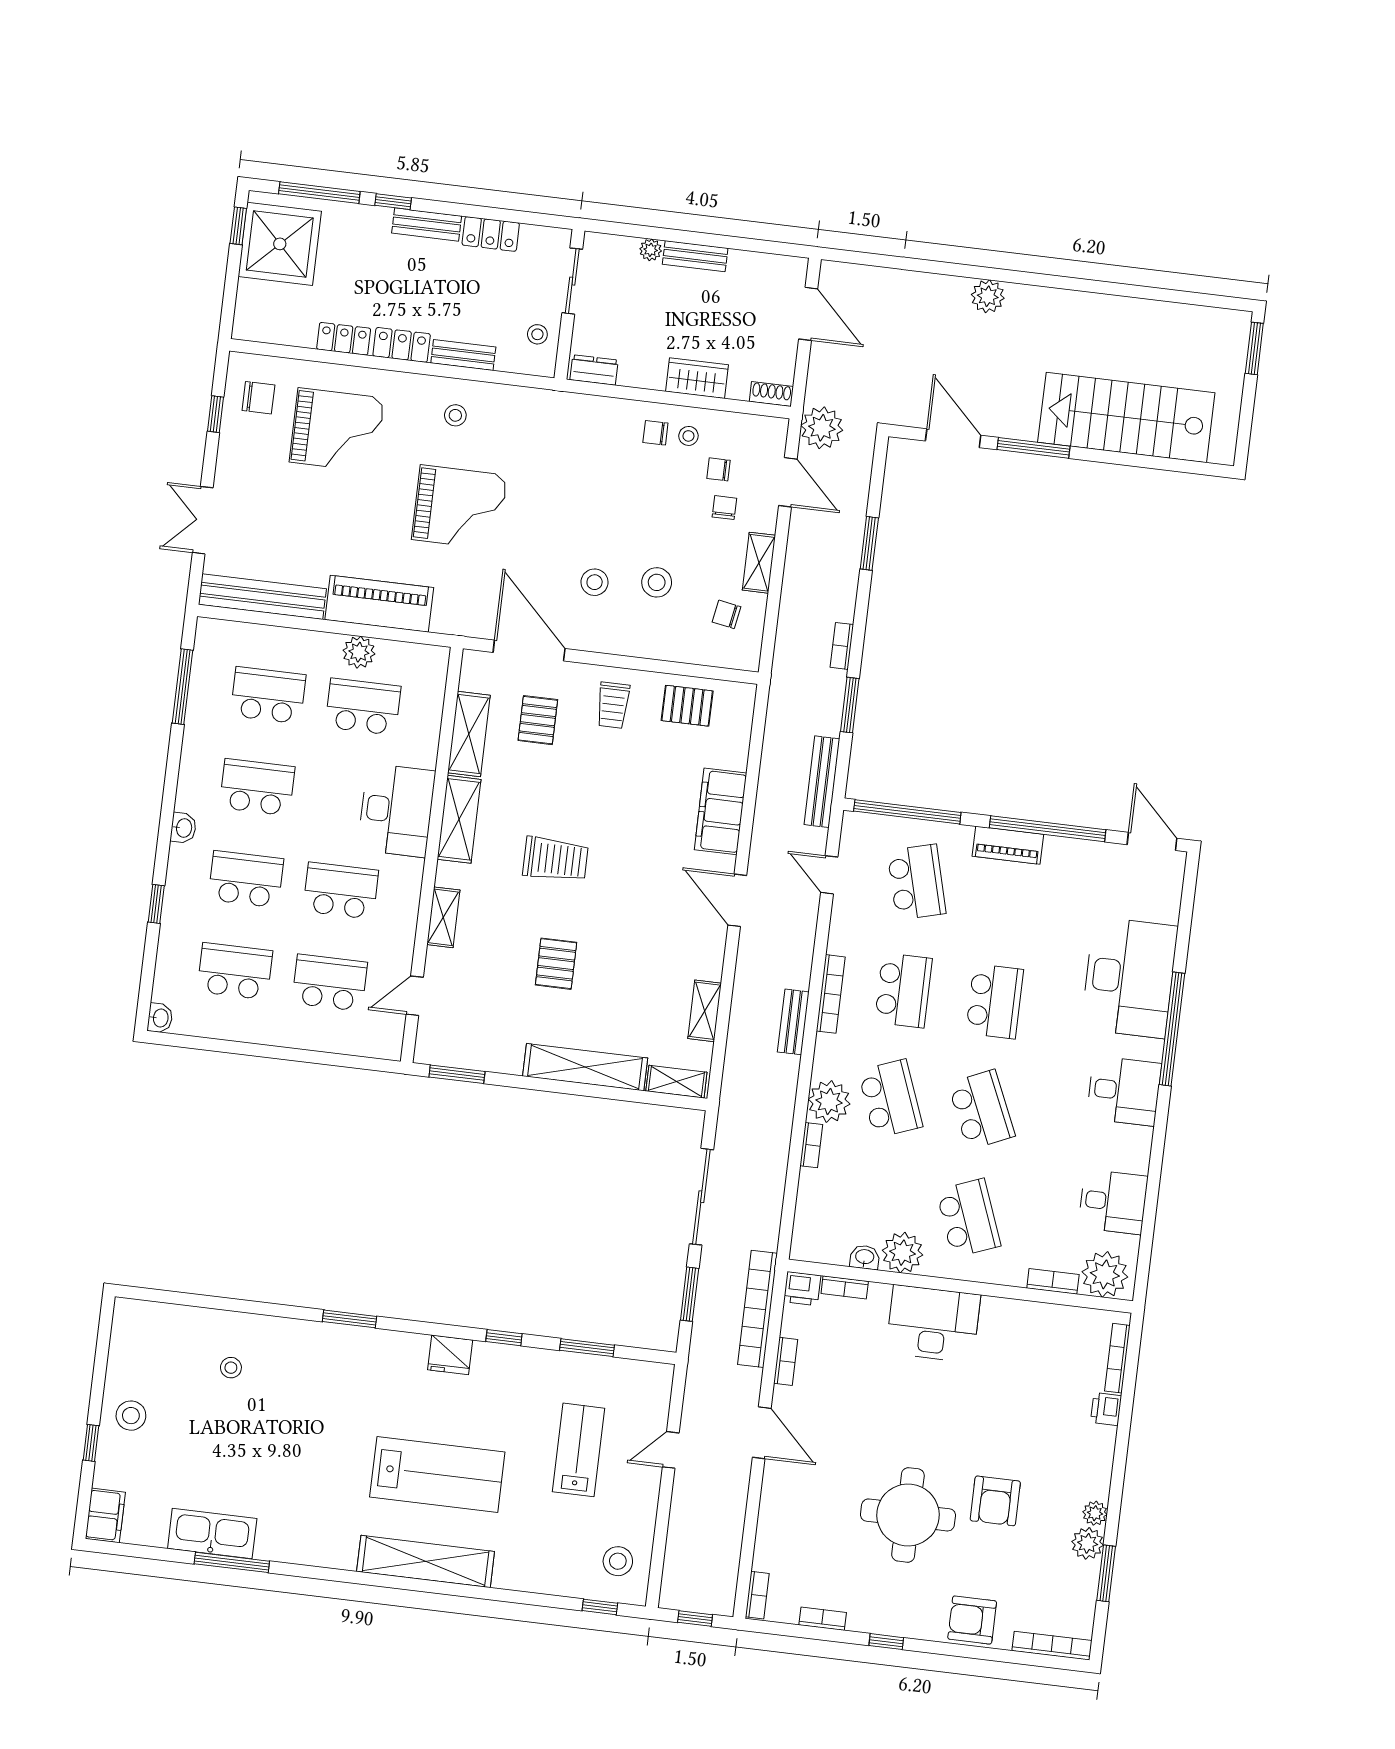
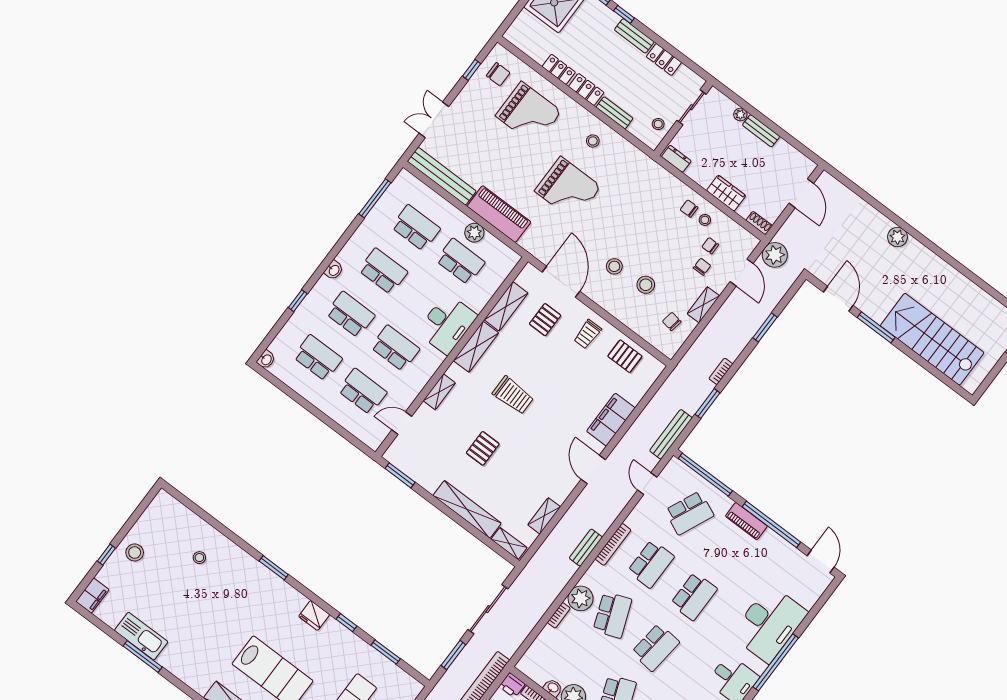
school desk: (916, 882) -> (689, 513), turned 39
school desk: (981, 1110) -> (655, 647), turned 30

